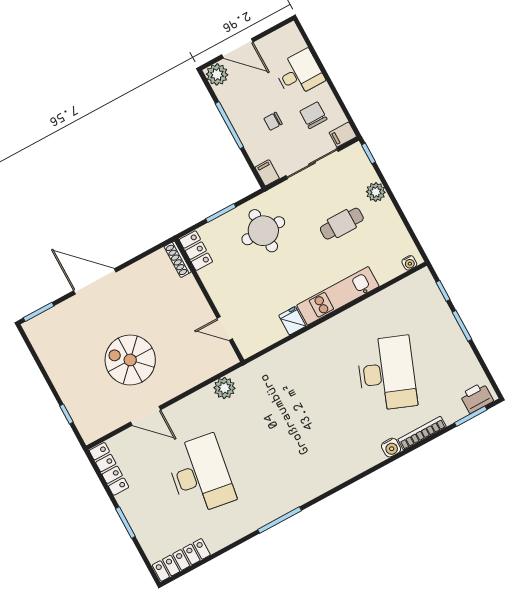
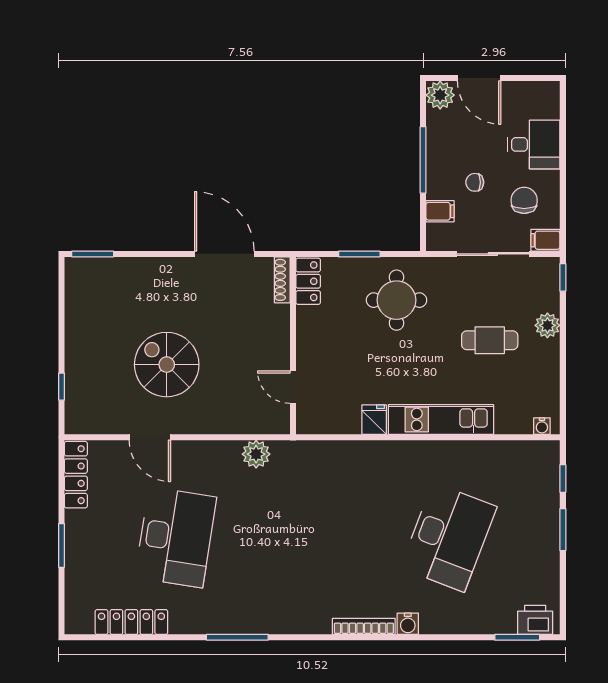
filing cabinet: (267, 173) -> (440, 211), moved, turned 90
door: (95, 281) -> (224, 254), moved
bookcase: (422, 433) -> (364, 626), moved
locker: (181, 560) -> (131, 622), moved

